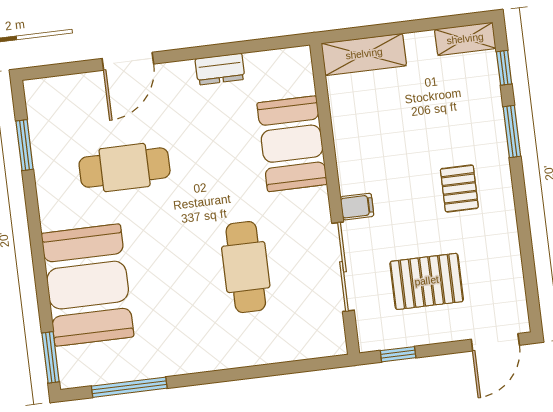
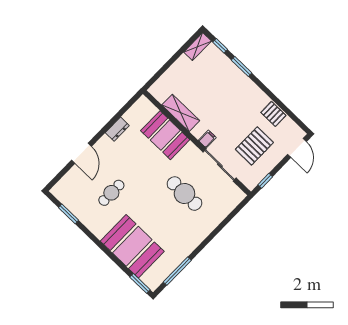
shelving: (364, 54) -> (181, 113), moved, turned 90
cafe table: (125, 168) -> (111, 193), width x0.73, depth x0.74
pallet: (459, 188) -> (273, 114), moved

